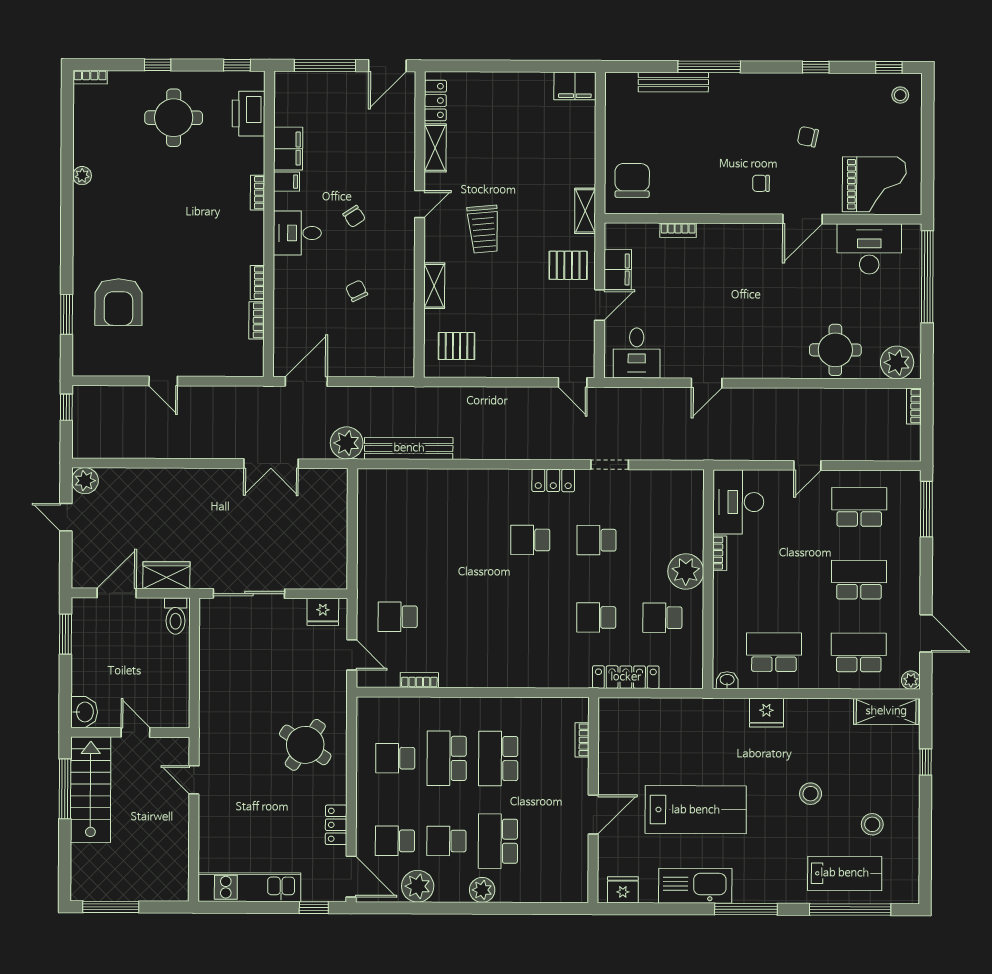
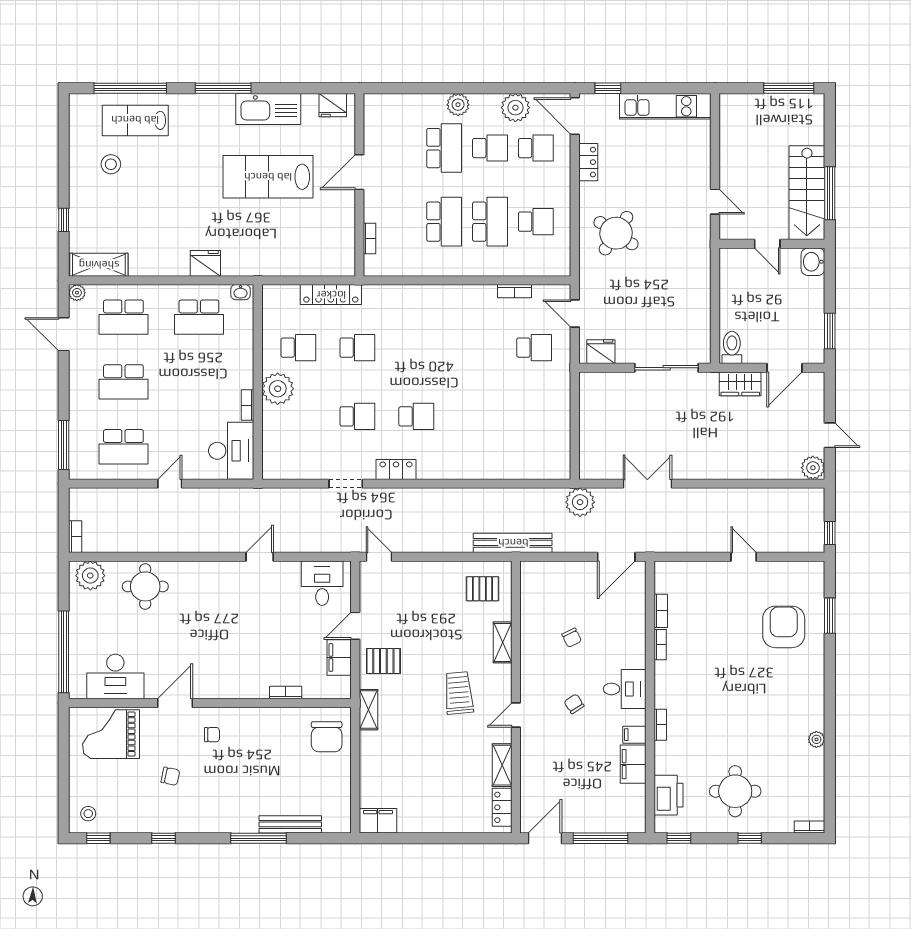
bench: (409, 448) -> (513, 543), moved
stool: (811, 794) -> (166, 191), removed

